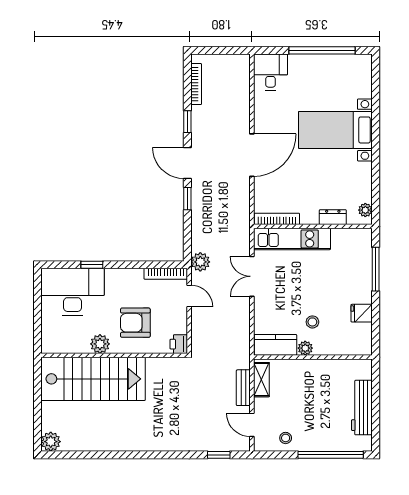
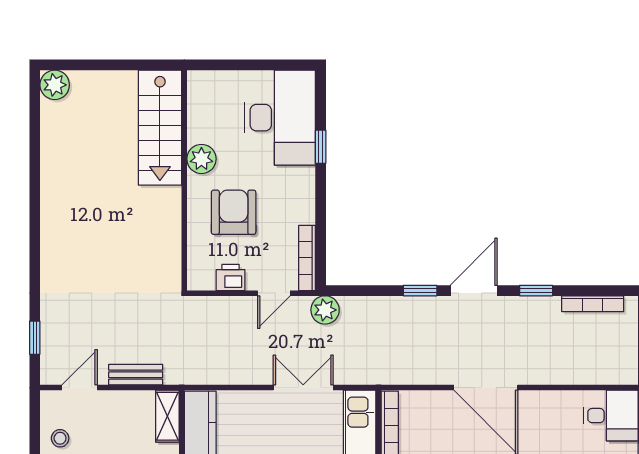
printer: (179, 344) -> (231, 277), moved
stairs: (93, 379) -> (160, 128), width x0.73, depth x0.66
shelving: (261, 380) -> (167, 416), moved, turned 90

